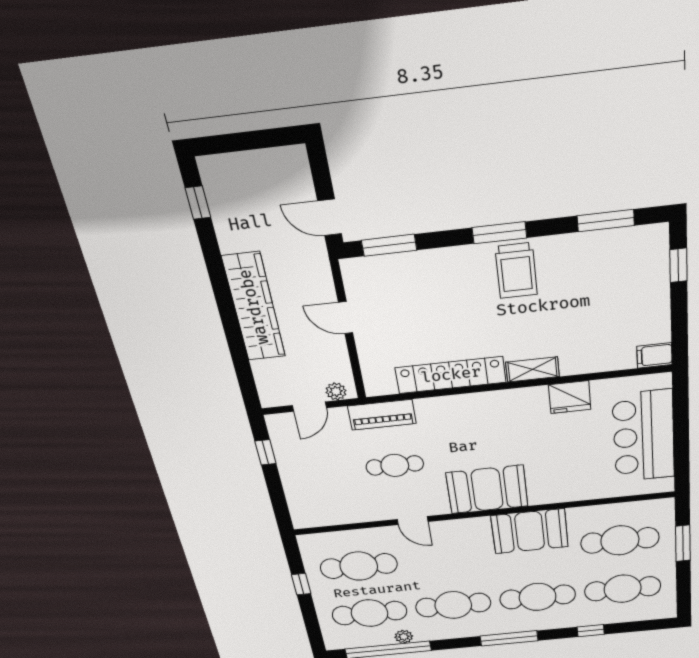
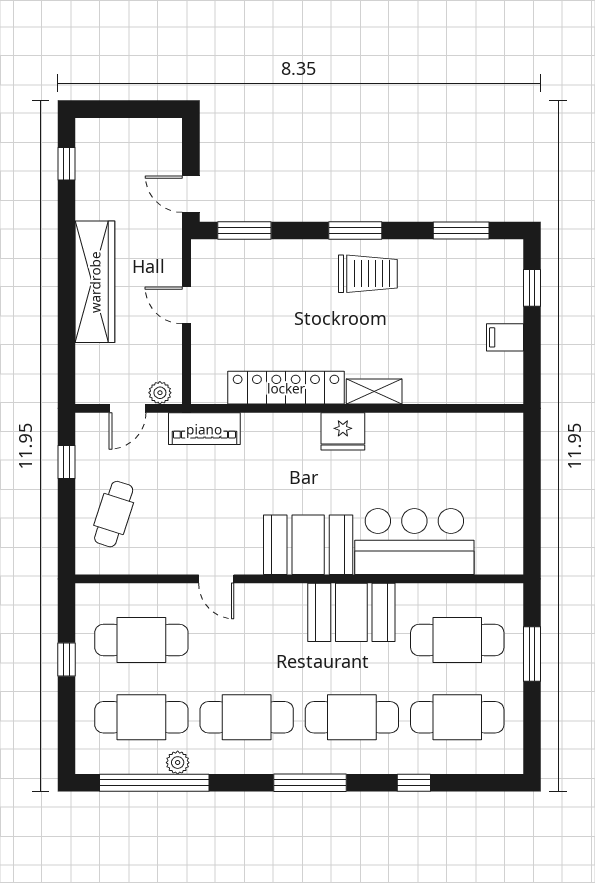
trolley: (516, 271) -> (368, 274), turned -90
filing cabinet: (654, 355) -> (505, 337), moved
fridge: (570, 397) -> (343, 431), moved
bar counter: (644, 436) -> (414, 542), moved, turned 90
cafe table: (395, 465) -> (114, 514), moved, turned -72

